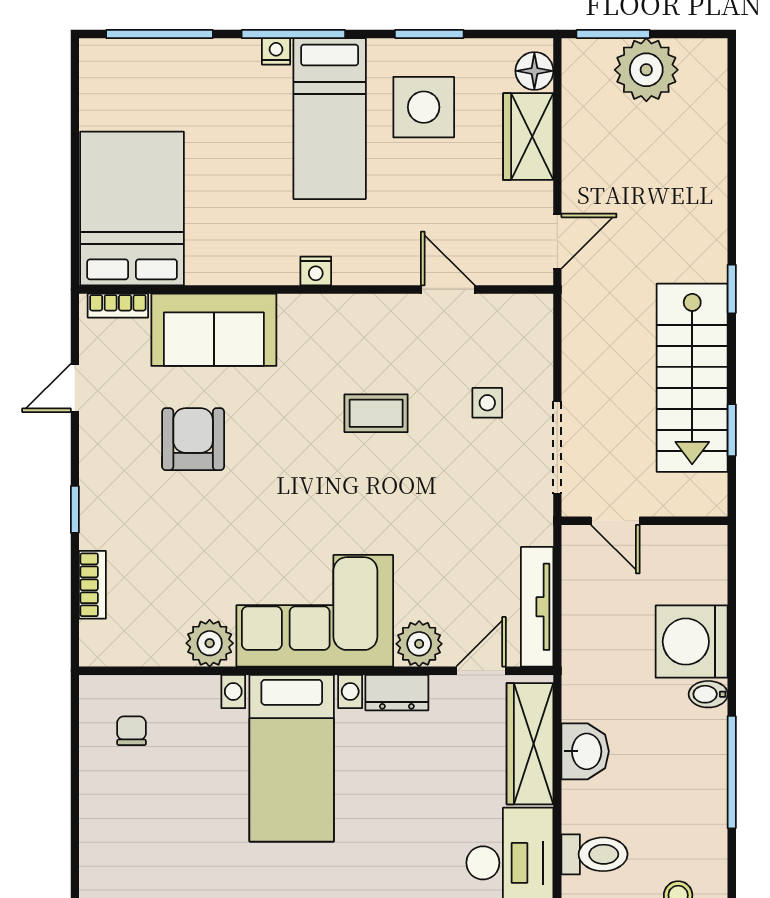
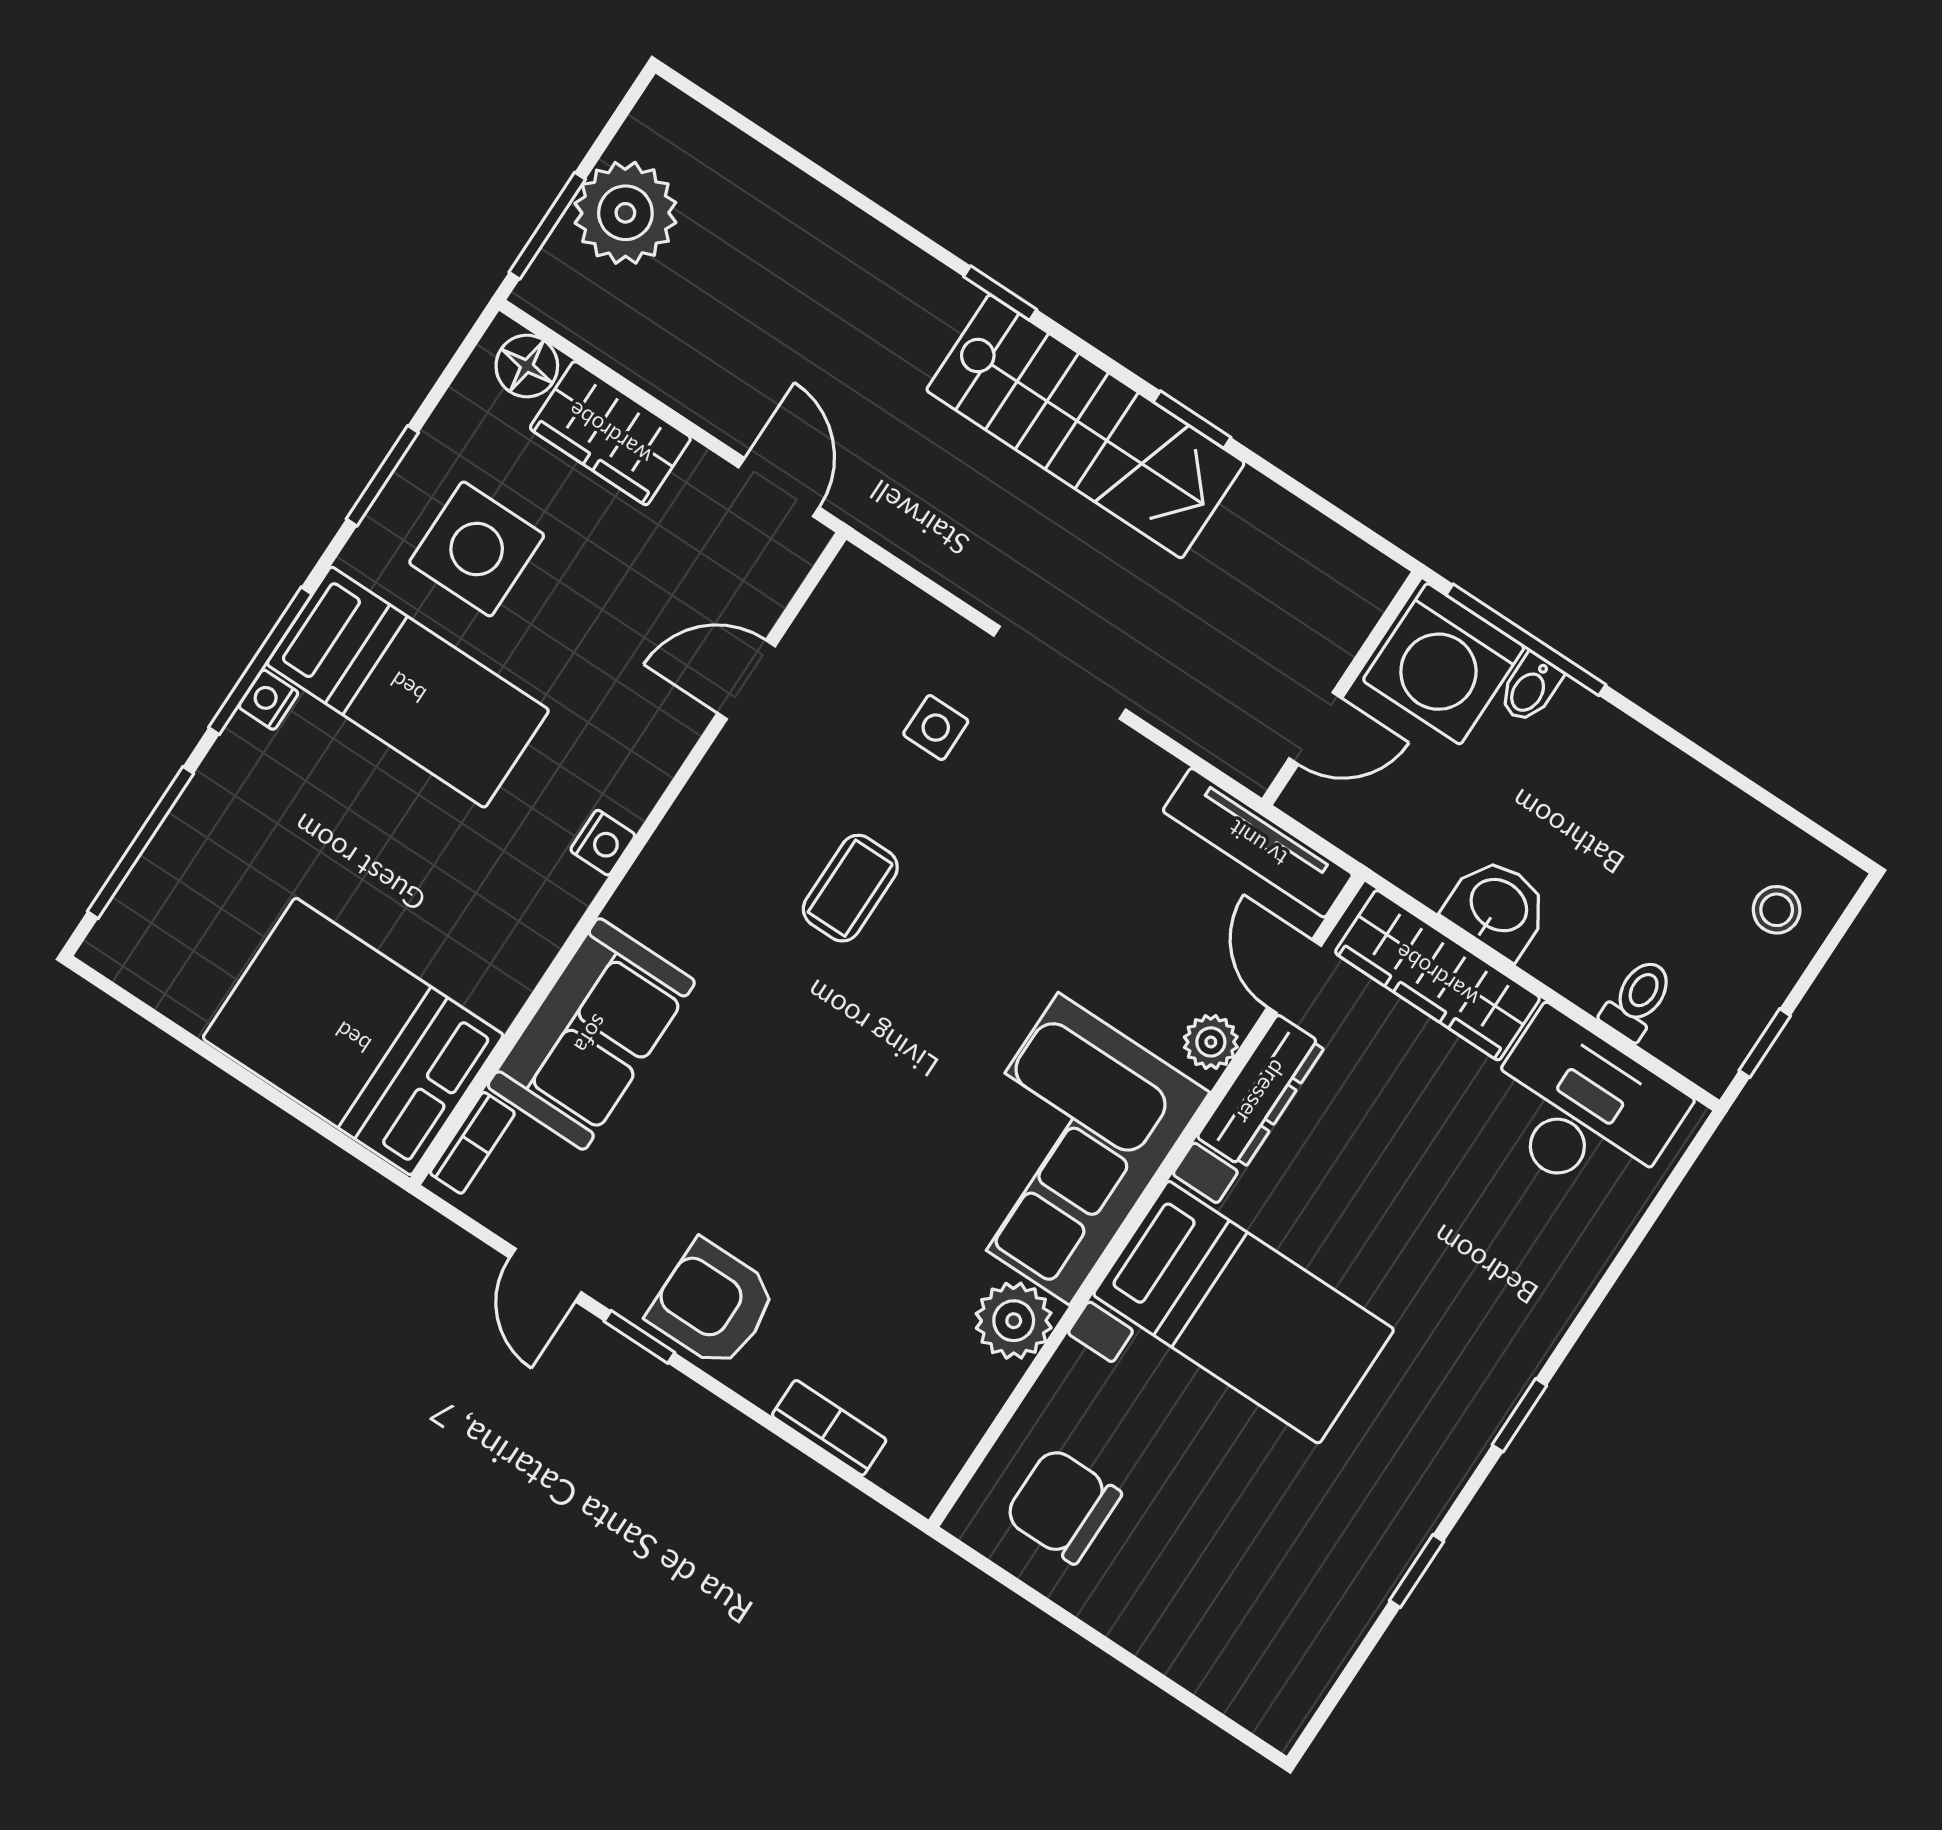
armchair: (193, 439) -> (713, 1304), moved
window: (75, 509) -> (639, 1337), moved
door: (615, 521) -> (1316, 728), moved
wall: (645, 521) -> (1342, 688), moved
plant: (419, 644) -> (1211, 1042), width x0.73, depth x0.73
dresser: (397, 693) -> (1261, 1092), width x1.44
chair: (132, 731) -> (1063, 1505), width x1.87, depth x1.87
window: (732, 772) -> (1526, 640), moved
toilet: (594, 854) -> (1638, 999), width x0.73, depth x0.72

